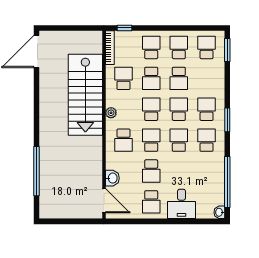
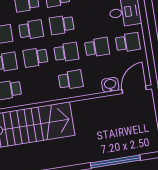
school desk: (179, 109) -> (31, 30), turned 180
plant: (111, 113) -> (45, 97), removed
school desk: (151, 140) -> (66, 52), turned 180

